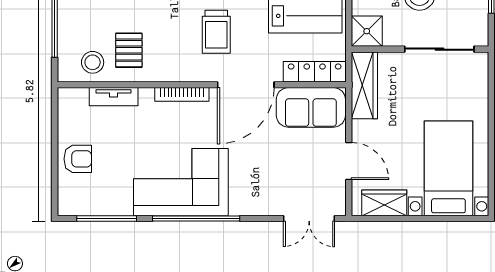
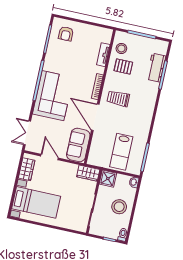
trolley: (216, 32) -> (118, 99), moved
locker: (315, 72) -> (94, 150), removed
wardrobe: (364, 85) -> (88, 173), width x0.67
armchair: (78, 159) -> (66, 34), moved
door: (349, 161) -> (50, 157), swing flipped
corner sofa: (181, 182) -> (53, 96), moved

